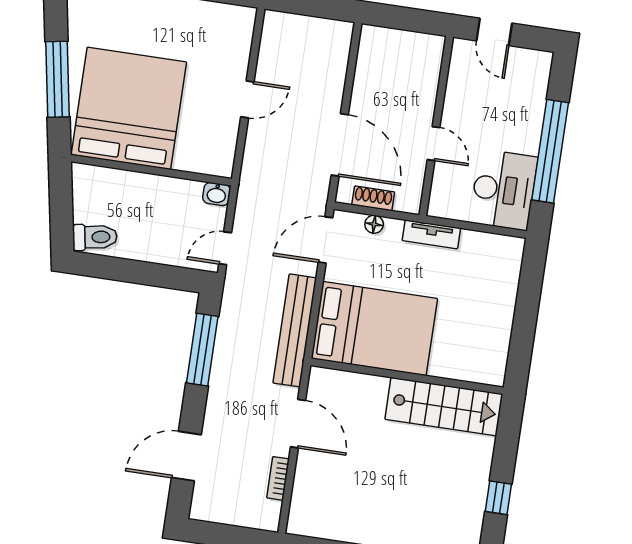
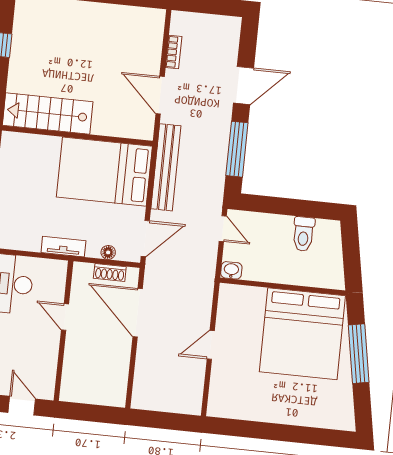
toilet: (95, 237) -> (303, 234), moved, turned -80
door: (225, 248) -> (223, 229), hinge flipped
door: (186, 456) -> (243, 85), moved

